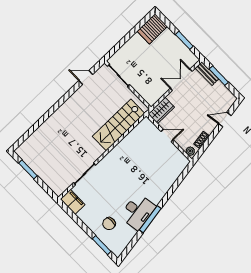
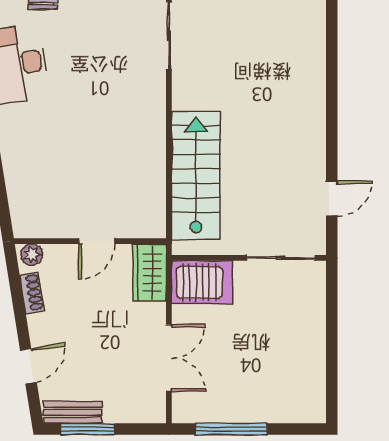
server rack: (152, 29) -> (202, 282), moved, turned 90
window: (184, 40) -> (231, 429), width x1.44
bench: (207, 74) -> (73, 412), moved
window: (219, 76) -> (88, 429), moved

